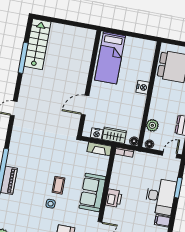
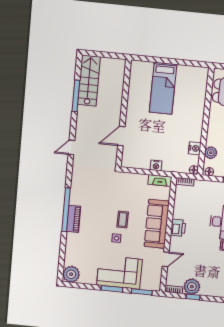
wall: (89, 83) -> (123, 114), moved
nightstand: (143, 87) -> (195, 148), moved
door: (85, 105) -> (121, 136), moved
wardrobe: (114, 135) -> (174, 166), removed
sofa: (92, 192) -> (157, 224), width x1.36

